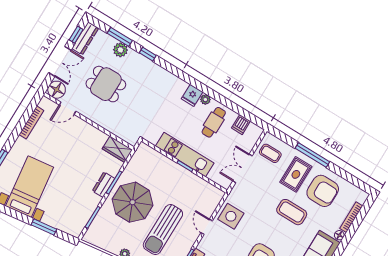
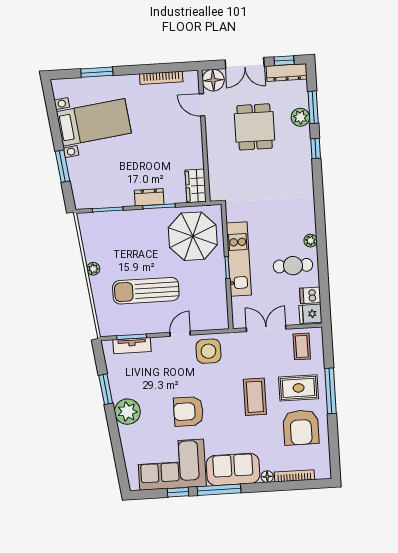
fridge: (192, 95) -> (311, 314), moved
parasol: (133, 202) -> (193, 236), moved
coffee table: (292, 212) -> (255, 397), moved

